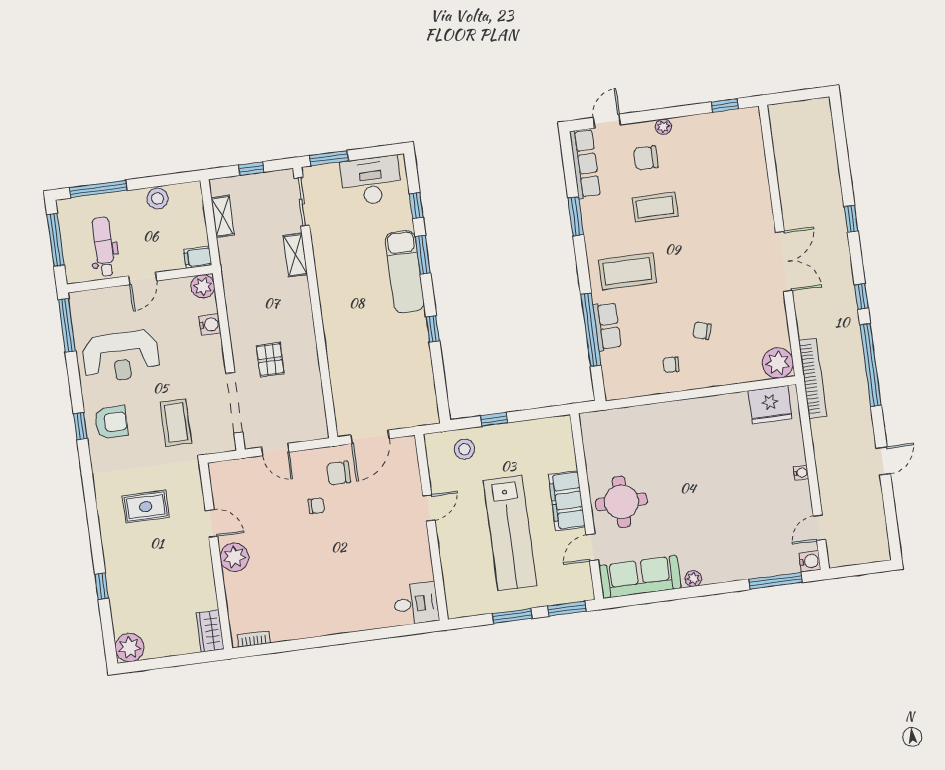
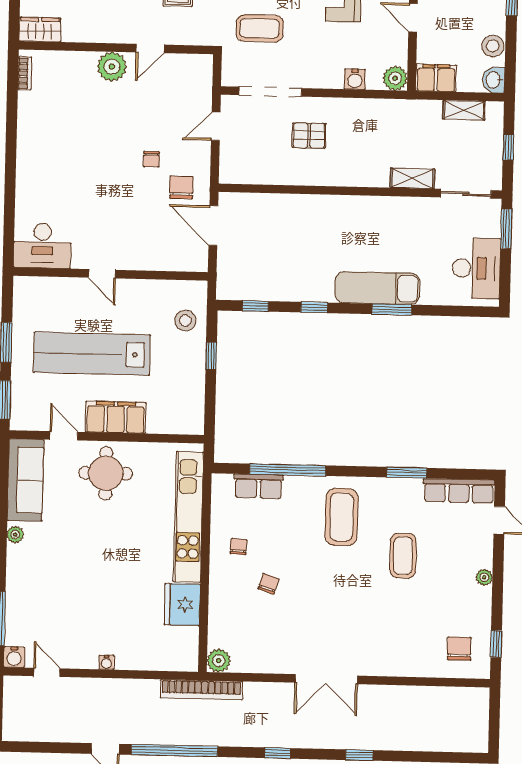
chair: (646, 158) -> (459, 649), moved
washbasin: (190, 193) -> (494, 80), added
window: (416, 205) -> (255, 306), moved
filing cabinet: (198, 257) -> (436, 78), width x2.00
row of seats: (607, 326) -> (258, 486), moved
plant: (778, 363) -> (219, 661), width x0.73, depth x0.73
window: (871, 365) -> (174, 751), moved
fridge: (770, 405) -> (182, 604), moved
kitchen unit: (651, 417) -> (188, 517), added
door: (429, 508) -> (102, 274), moved
desk: (416, 604) -> (42, 246), width x1.37

